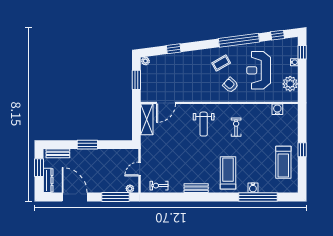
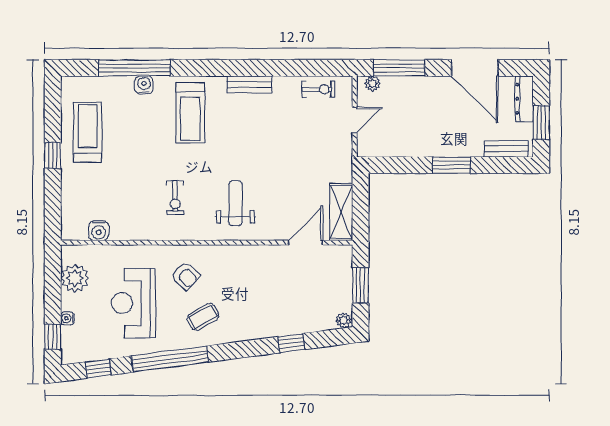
reception desk: (259, 70) -> (133, 303), turned 180

